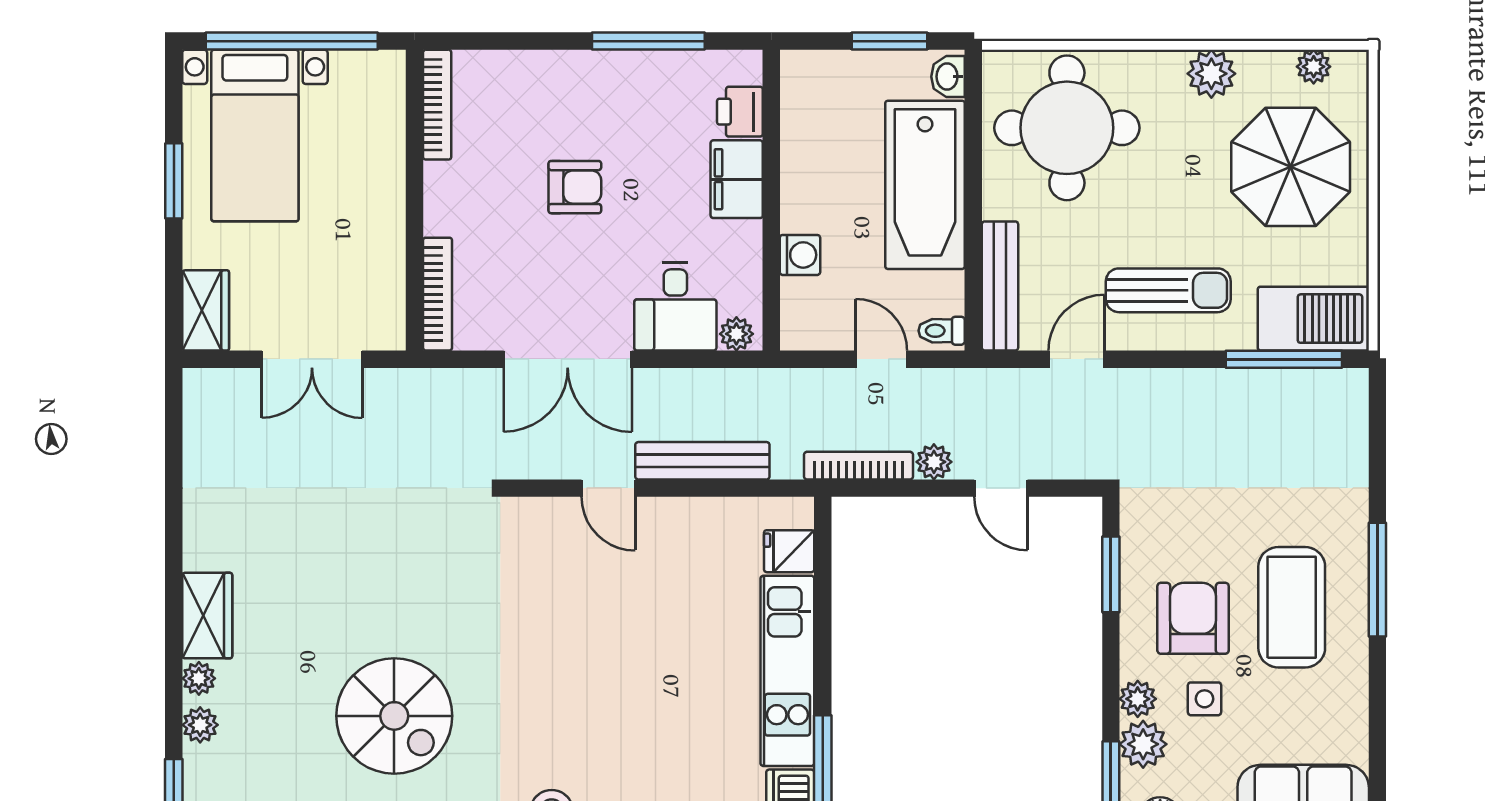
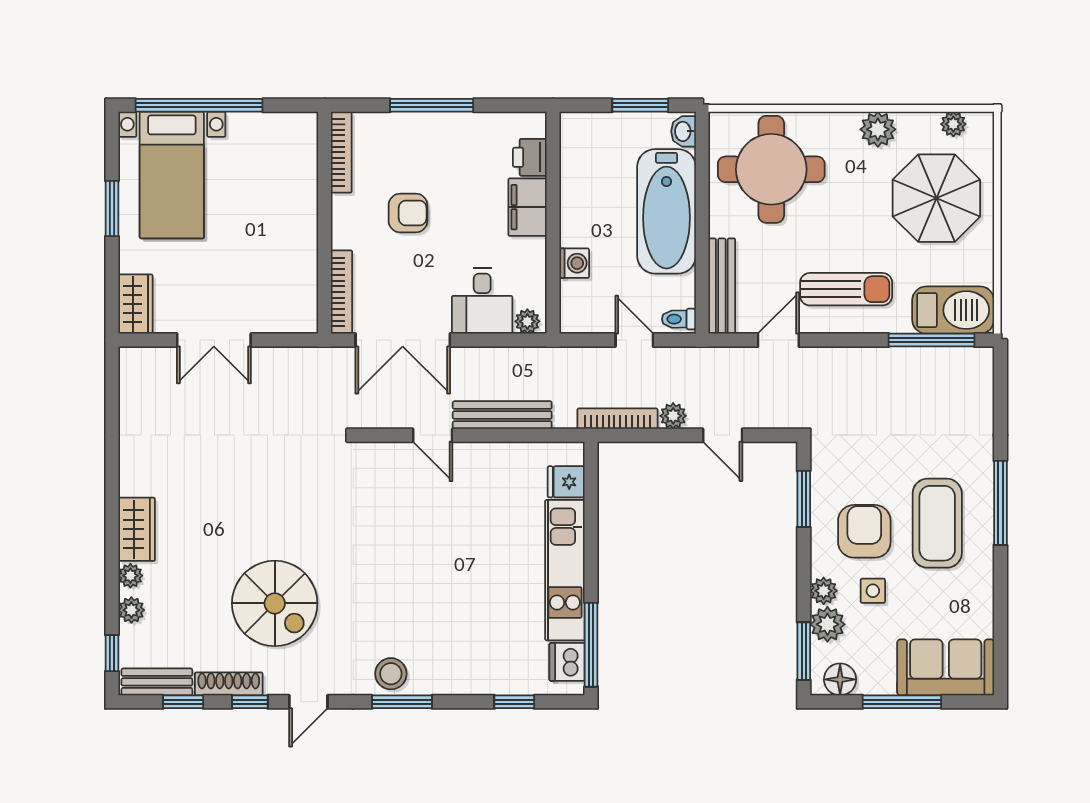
window: (648, 41) -> (432, 105), moved
bookcase: (437, 105) -> (341, 152), moved
wall: (414, 200) -> (325, 223), moved
bookcase: (438, 294) -> (342, 292), moved

